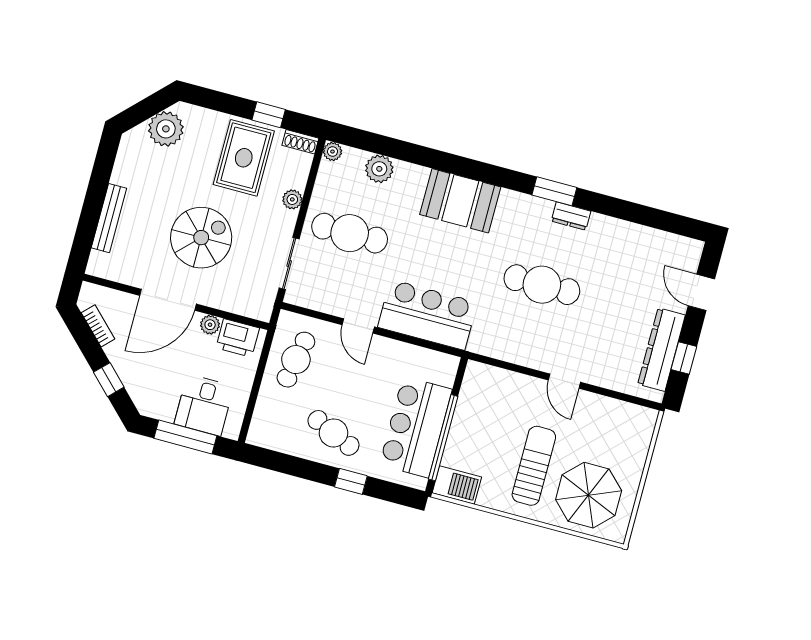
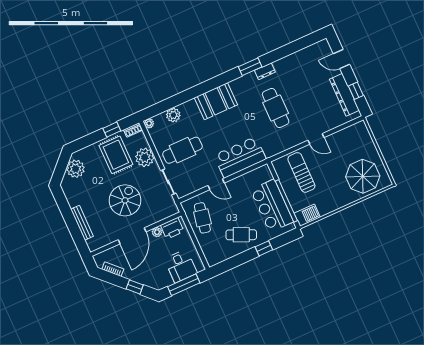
plant: (292, 199) -> (145, 157), width x1.87, depth x1.87
cafe table: (542, 285) -> (276, 108), turned 90
sun lounger: (534, 466) -> (301, 172), moved

